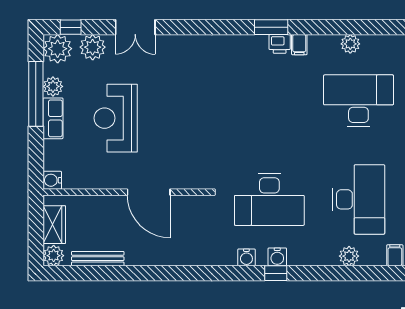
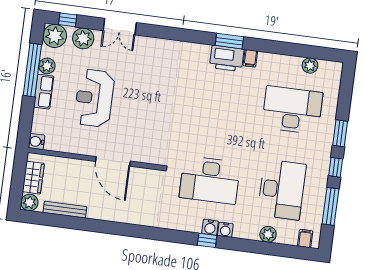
printer: (280, 44) -> (227, 58), width x1.87, depth x1.48
plant: (350, 44) -> (310, 66), moved
water cooler: (246, 257) -> (225, 230), moved

